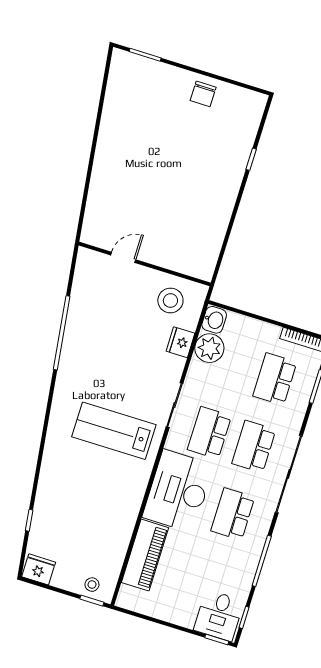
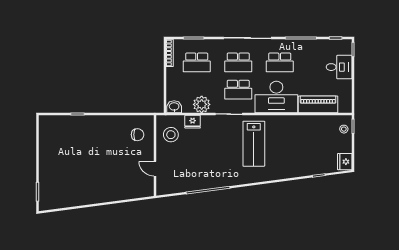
chair: (203, 94) -> (138, 135), moved
plant: (209, 348) -> (202, 104), moved
desk: (219, 615) -> (339, 67), moved

